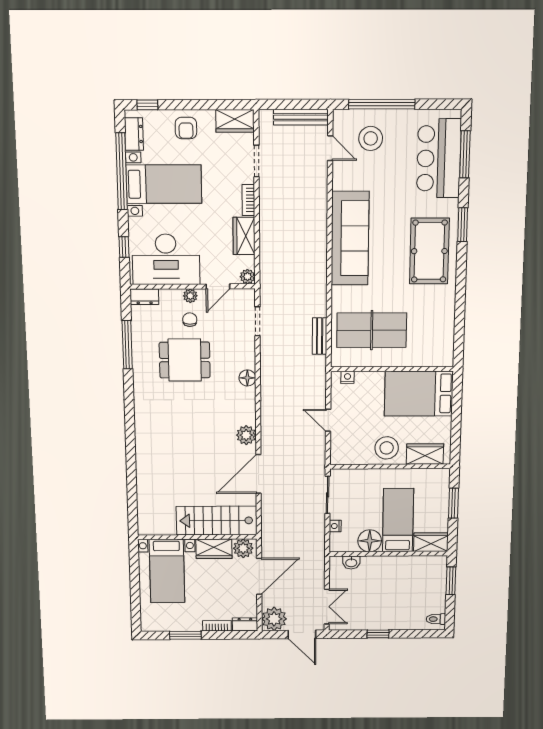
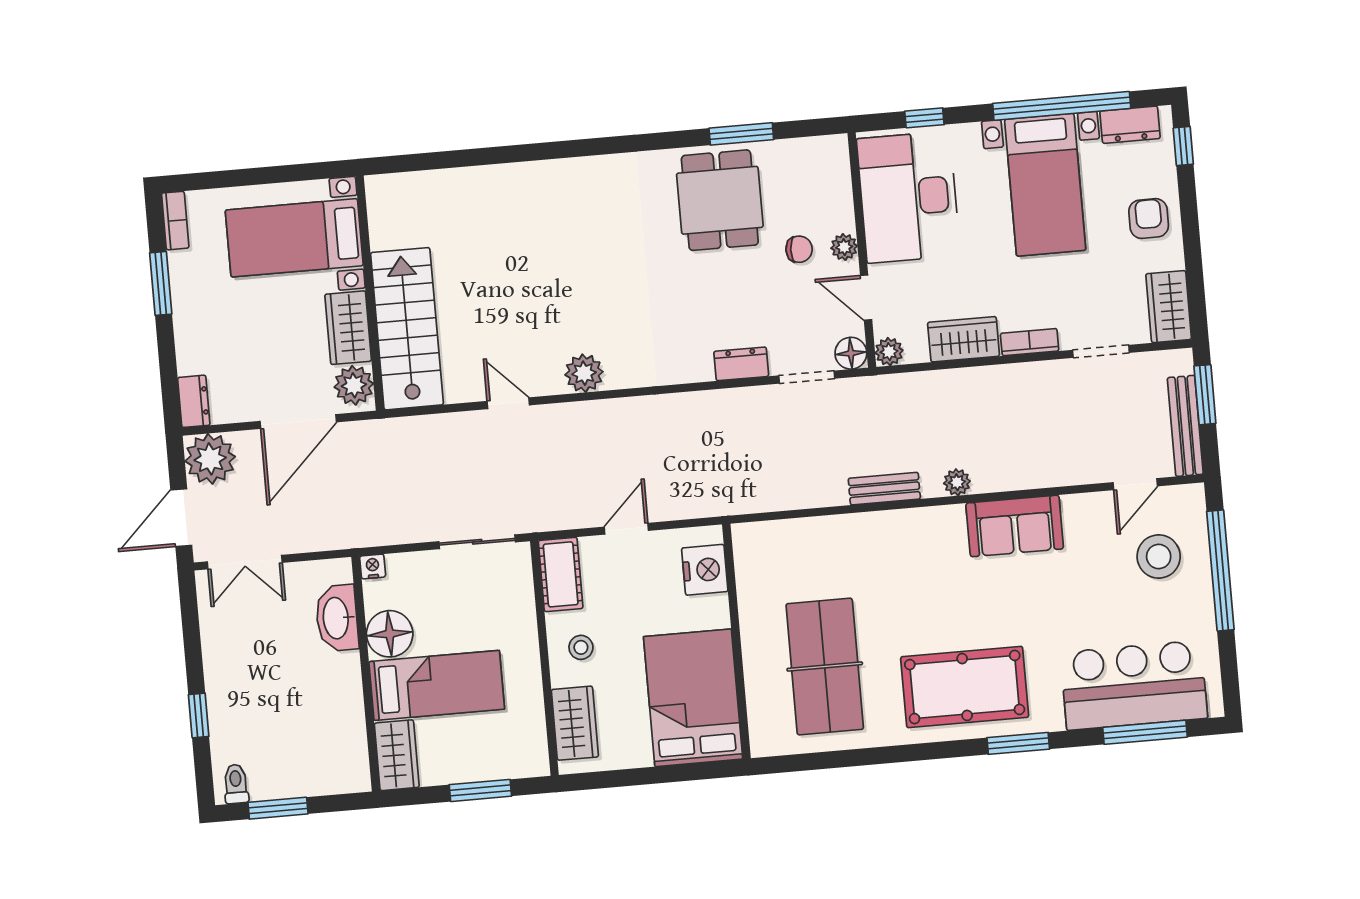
window: (285, 105) -> (1205, 395), added
armchair: (186, 128) -> (1149, 219), turned 90
sofa: (350, 238) -> (1015, 526), width x0.54, depth x0.79
plant: (320, 246) -> (957, 482), added
dresser: (144, 297) -> (741, 364), moved, turned 90
table tennis table: (372, 330) -> (825, 666), moved
bench: (320, 336) -> (884, 489), moved
window: (127, 345) -> (741, 134), width x0.69
dining table: (185, 360) -> (720, 200), moved
nightstand: (348, 377) -> (705, 570), width x1.89, depth x1.79
floor lamp: (247, 378) -> (851, 353), moved
stool: (387, 448) -> (581, 647), width x0.53, depth x0.53
cot: (348, 455) -> (561, 574), added
door: (258, 474) -> (508, 403), width x0.53
nightstand: (335, 526) -> (373, 566), moved
washbasin: (351, 562) -> (337, 618), width x1.91, depth x1.45
door: (259, 576) -> (298, 422), hinge flipped
window: (451, 581) -> (278, 808), moved
bookcase: (217, 626) -> (175, 221), moved
window: (378, 634) -> (199, 716), moved

